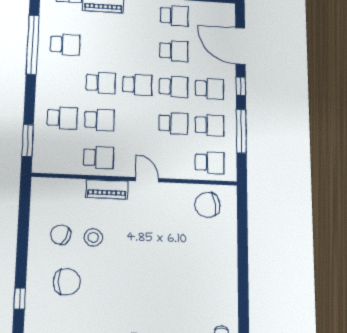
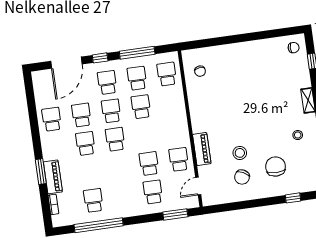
school desk: (101, 83) -> (85, 144), moved
door: (147, 180) -> (198, 186), moved
chair: (208, 205) -> (200, 71), width x0.54, depth x0.54
stool: (104, 319) -> (298, 135), added

